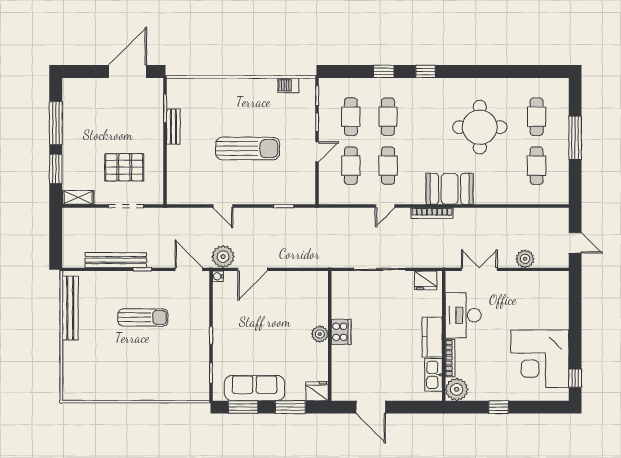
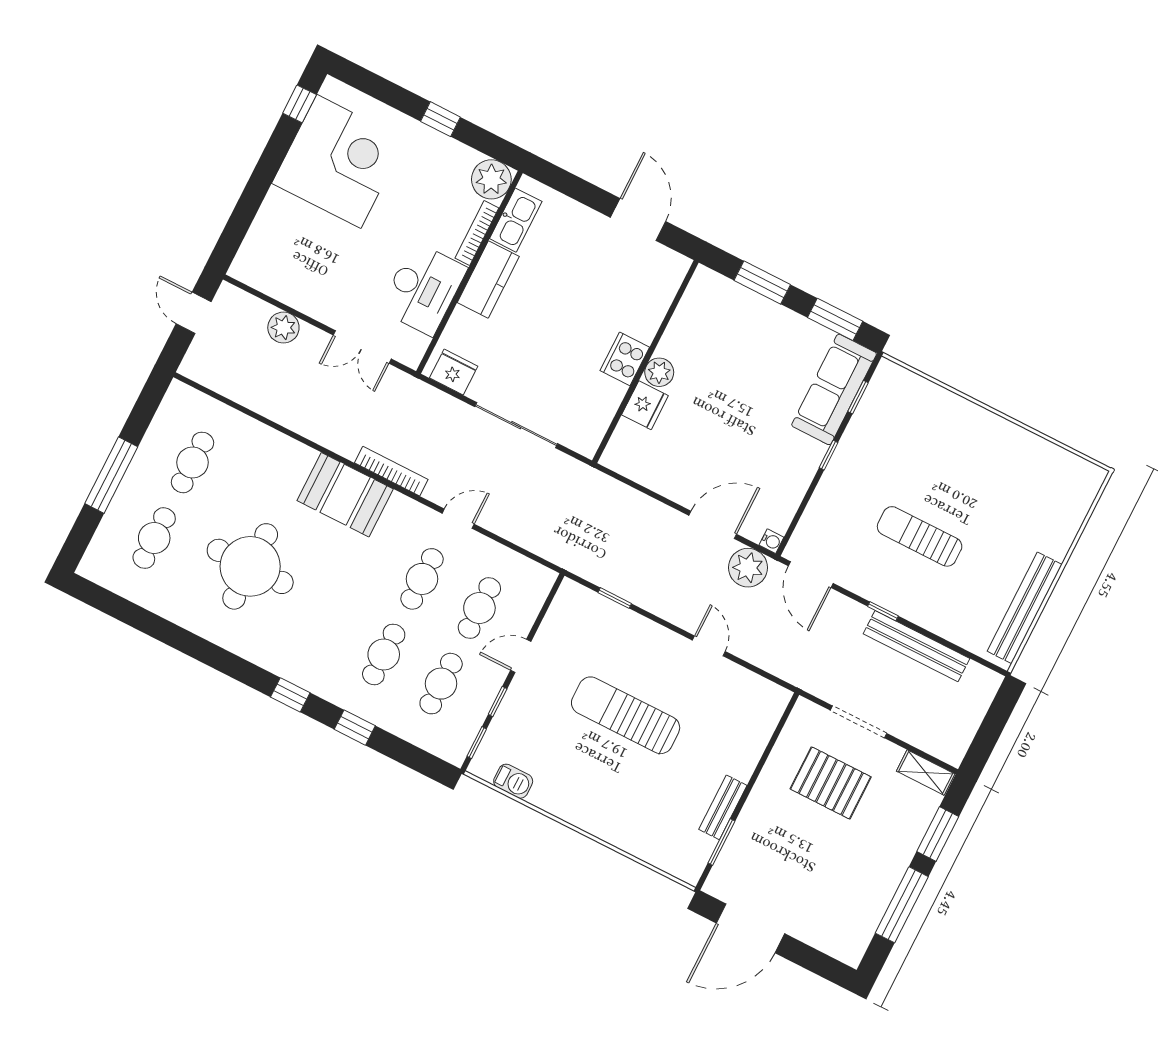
sofa: (254, 388) -> (834, 389), moved, turned 90
fridge: (317, 391) -> (645, 405), moved, turned -90

